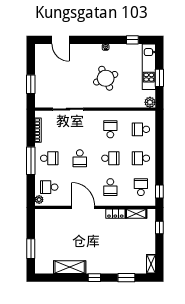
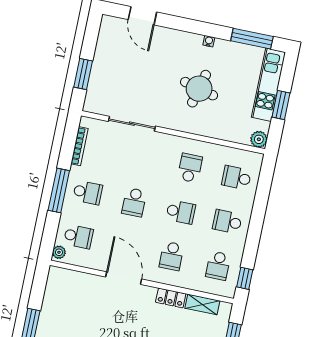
window: (132, 40) -> (252, 39), width x2.17
round table: (106, 78) -> (199, 89), turned 37
school desk: (49, 187) -> (78, 237), turned 180
school desk: (141, 187) -> (218, 266), turned 180

